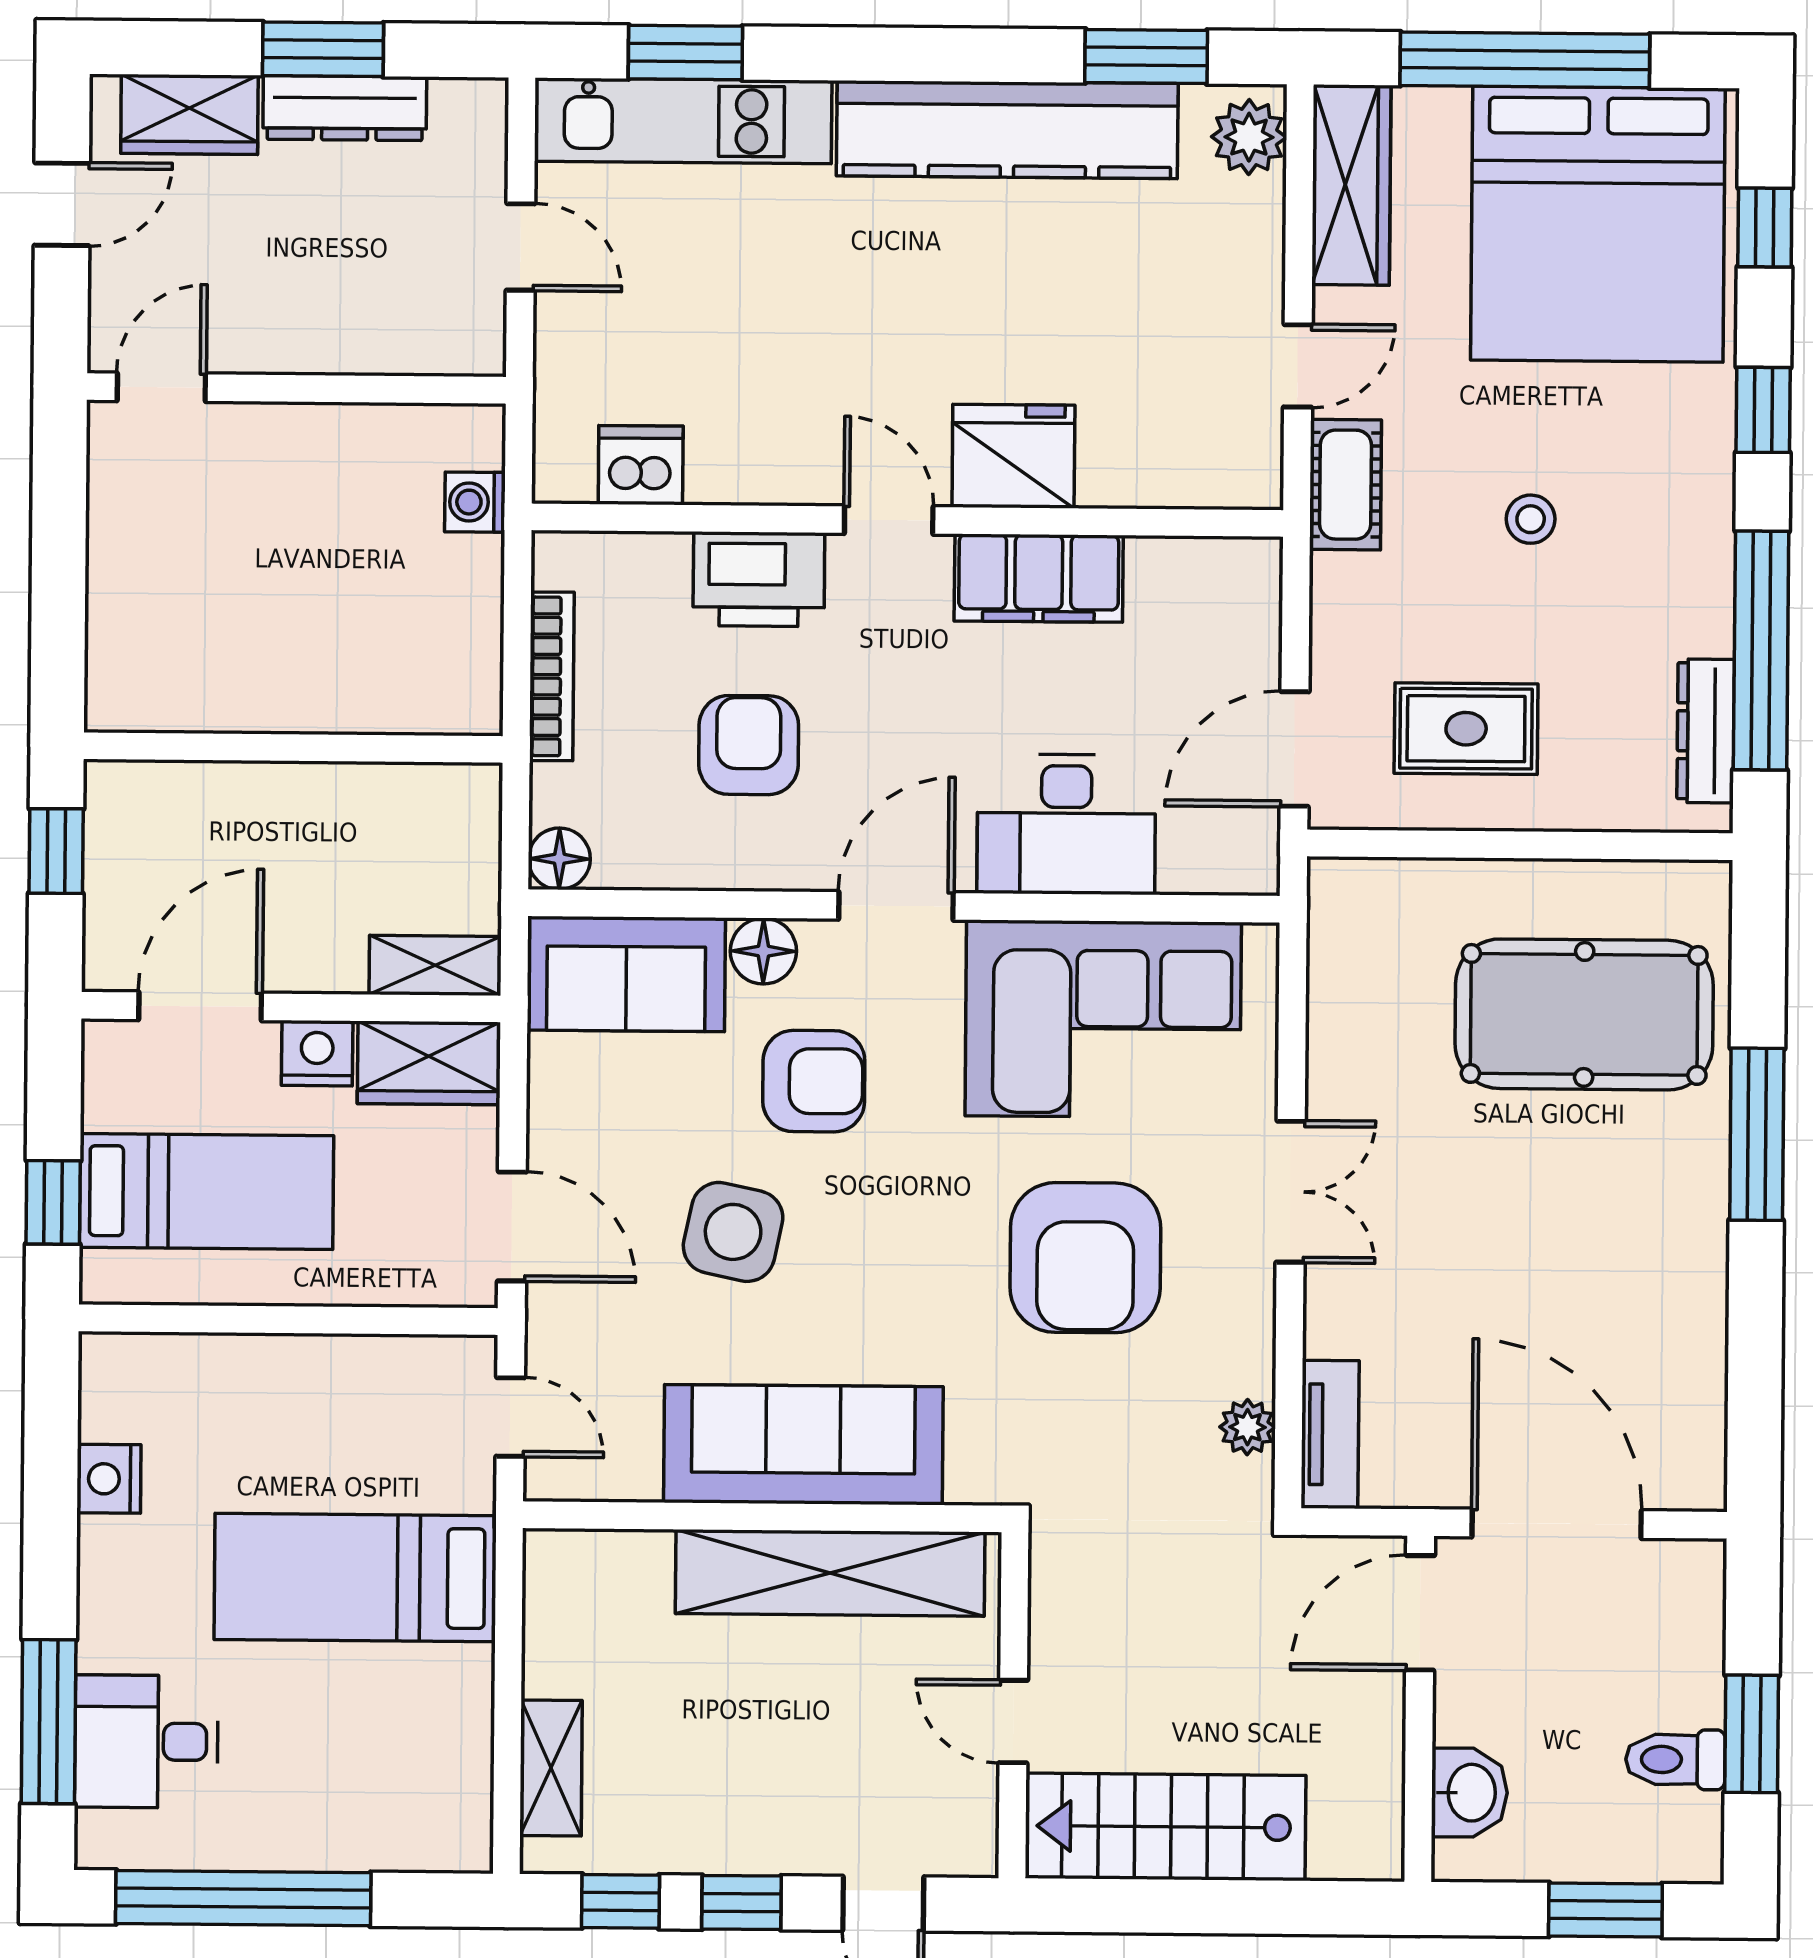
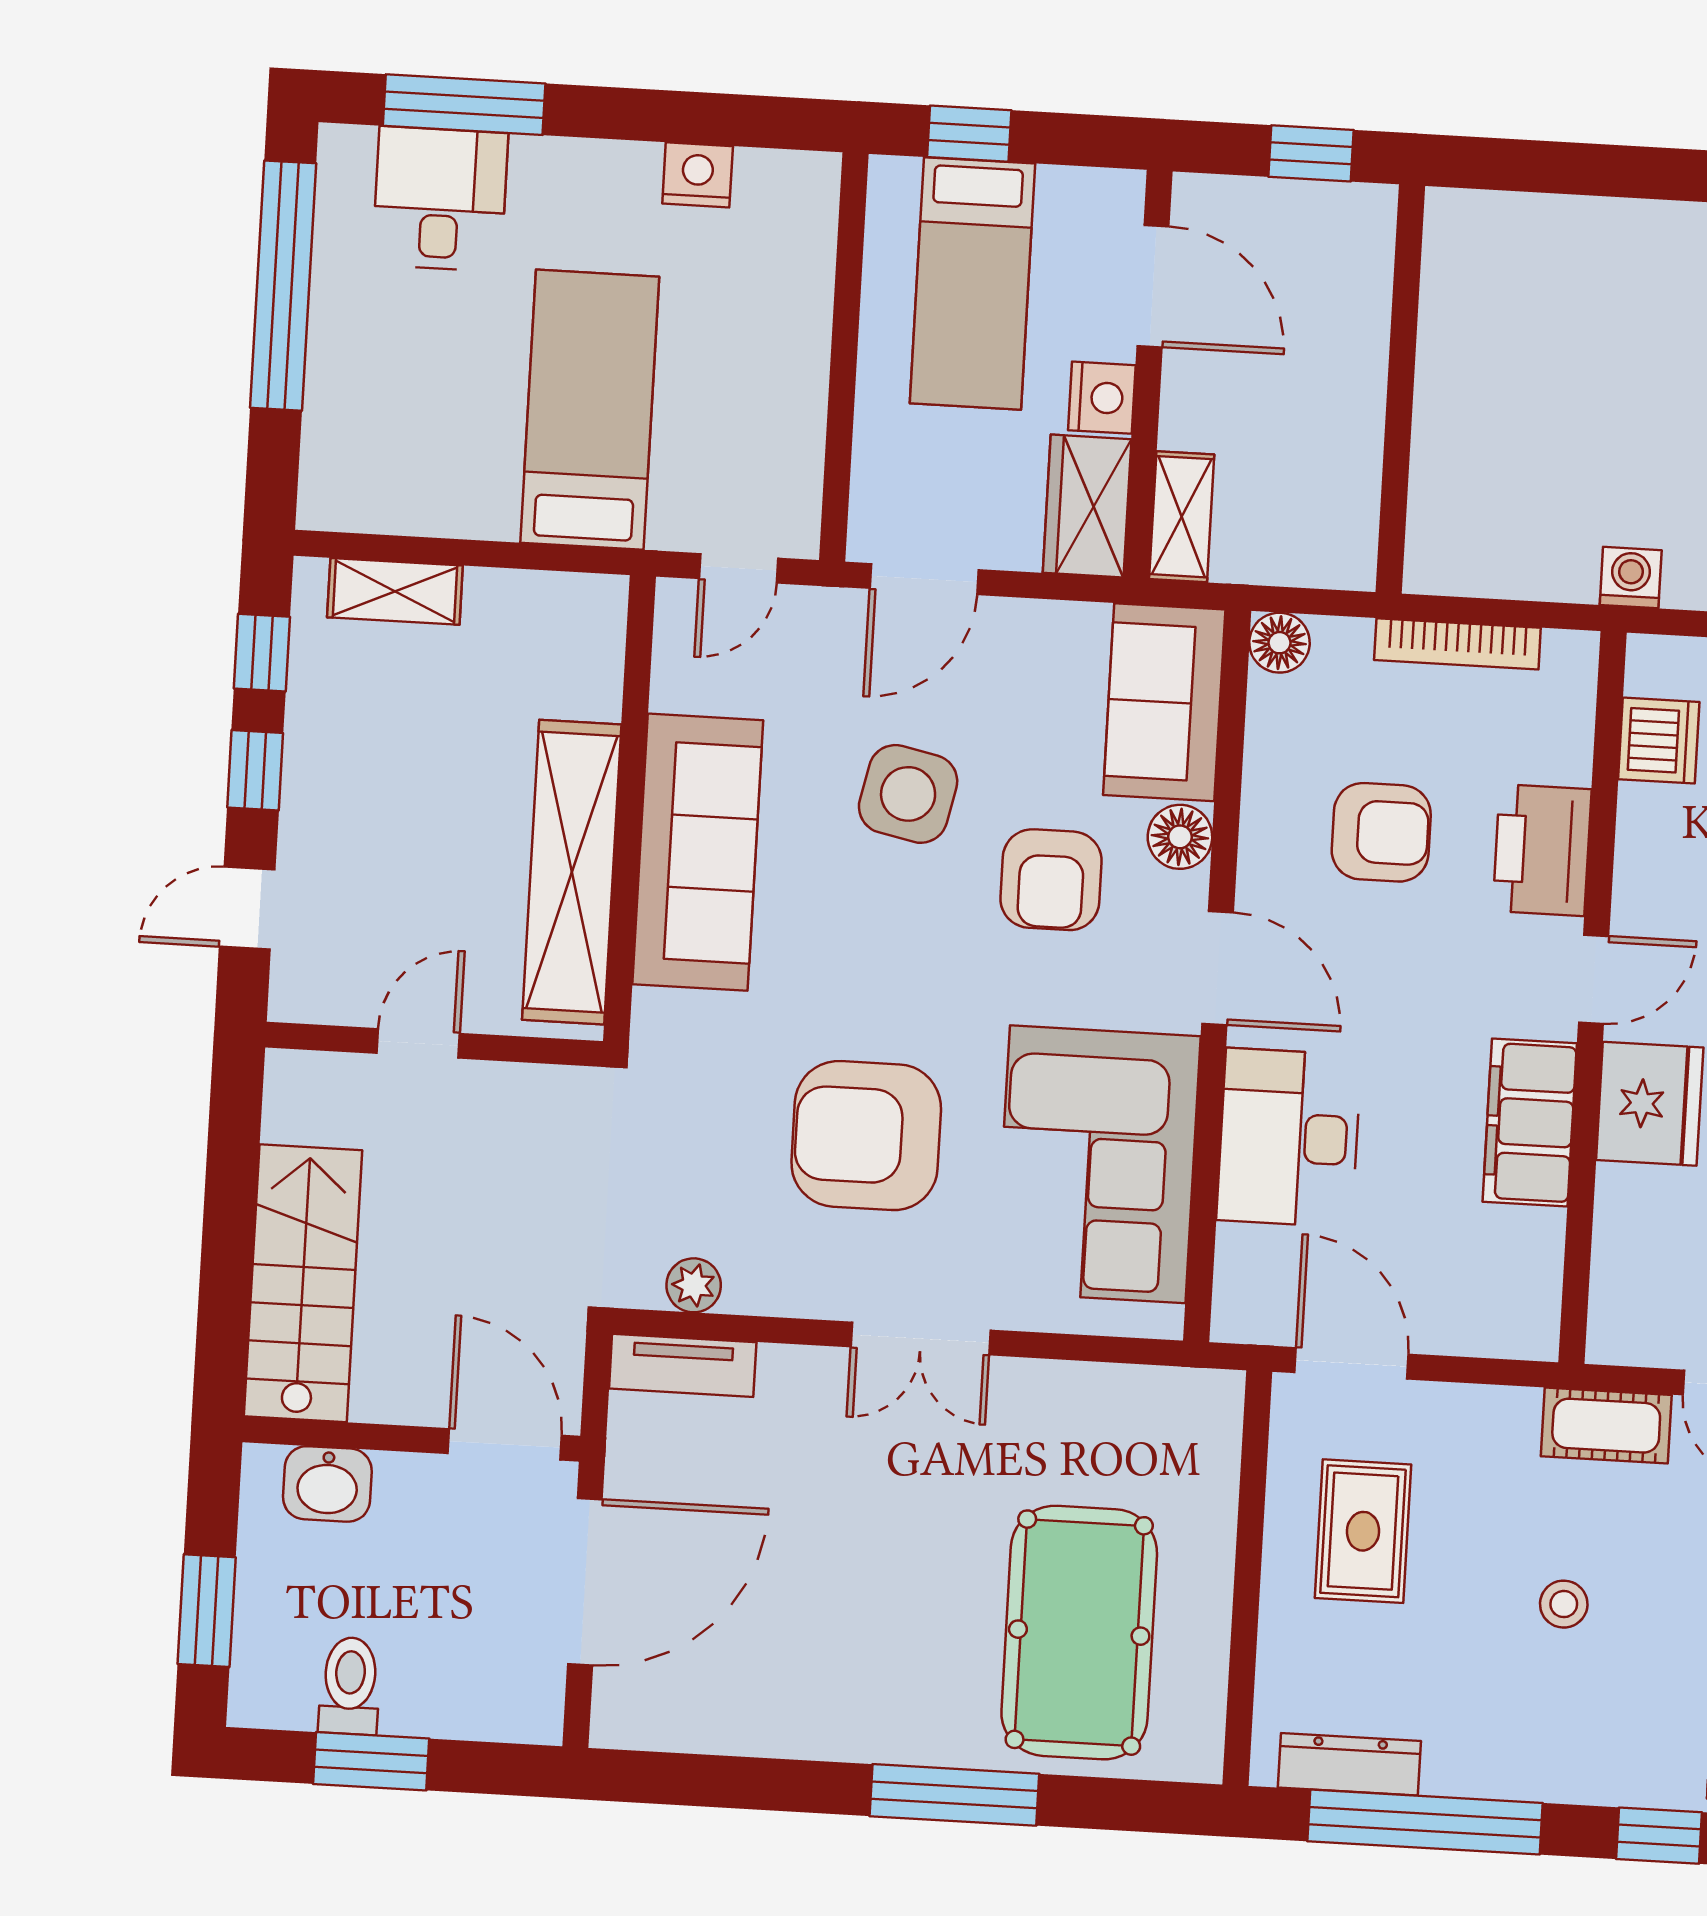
stairs: (1166, 1827) -> (303, 1283), moved

